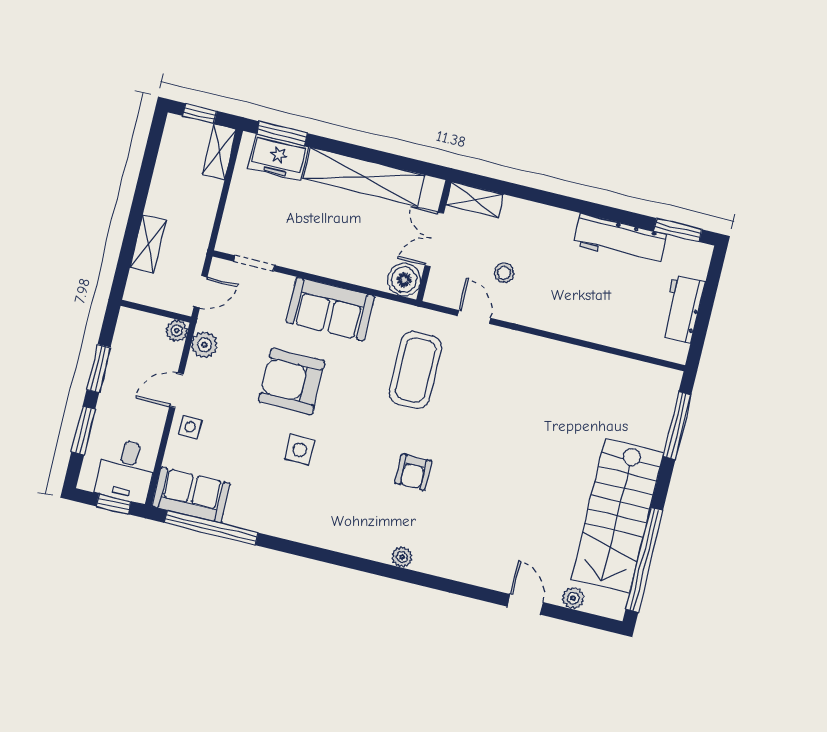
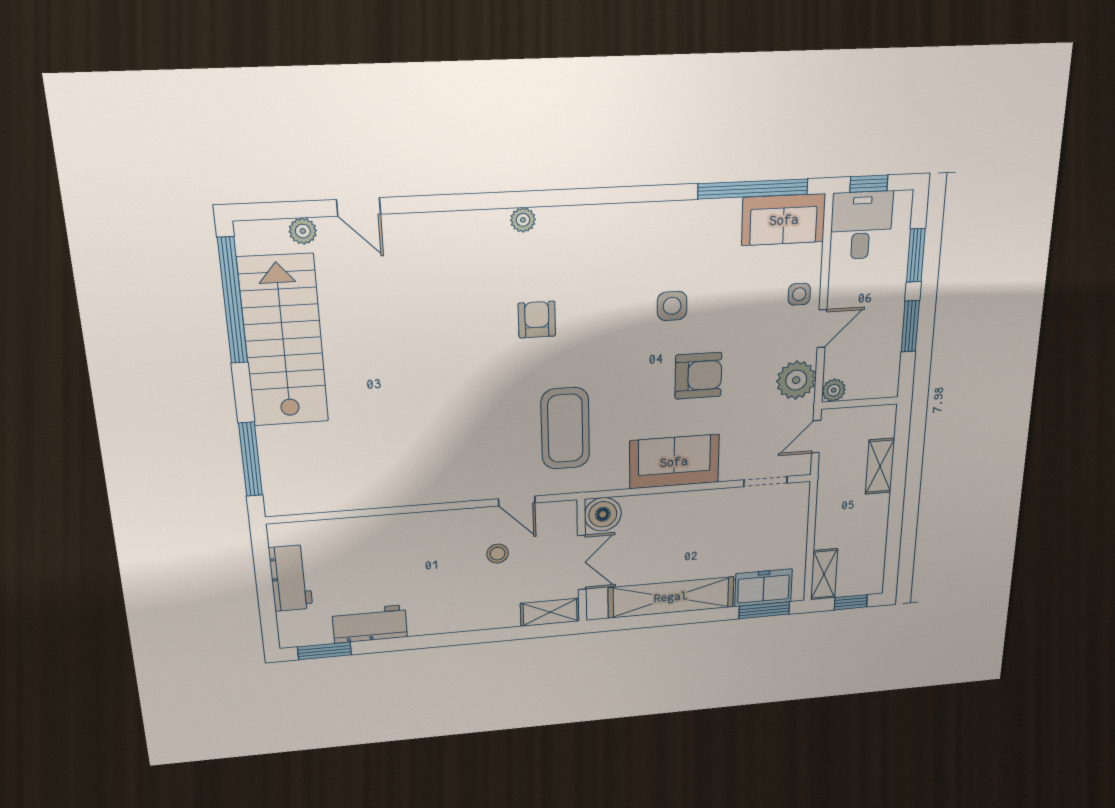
workbench: (620, 240) -> (370, 624), width x0.73
plant: (204, 345) -> (796, 380), width x1.36, depth x1.36
armchair: (292, 381) -> (698, 376), width x0.73, depth x0.73

